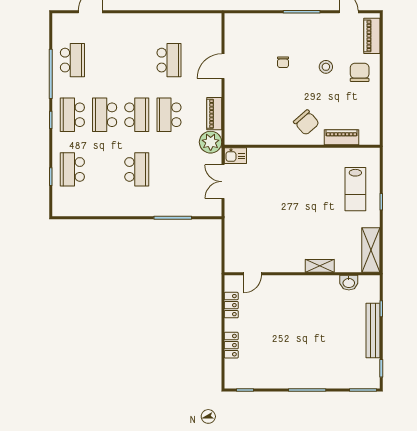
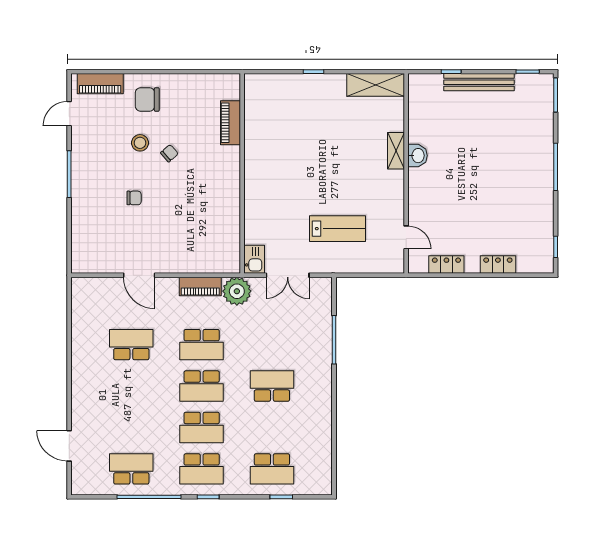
school desk: (137, 115) -> (202, 386), turned 180
chair: (306, 123) -> (169, 153), moved, width x0.54, depth x0.54
lab bench: (355, 189) -> (337, 229), moved
washbasin: (349, 283) -> (418, 156), moved

